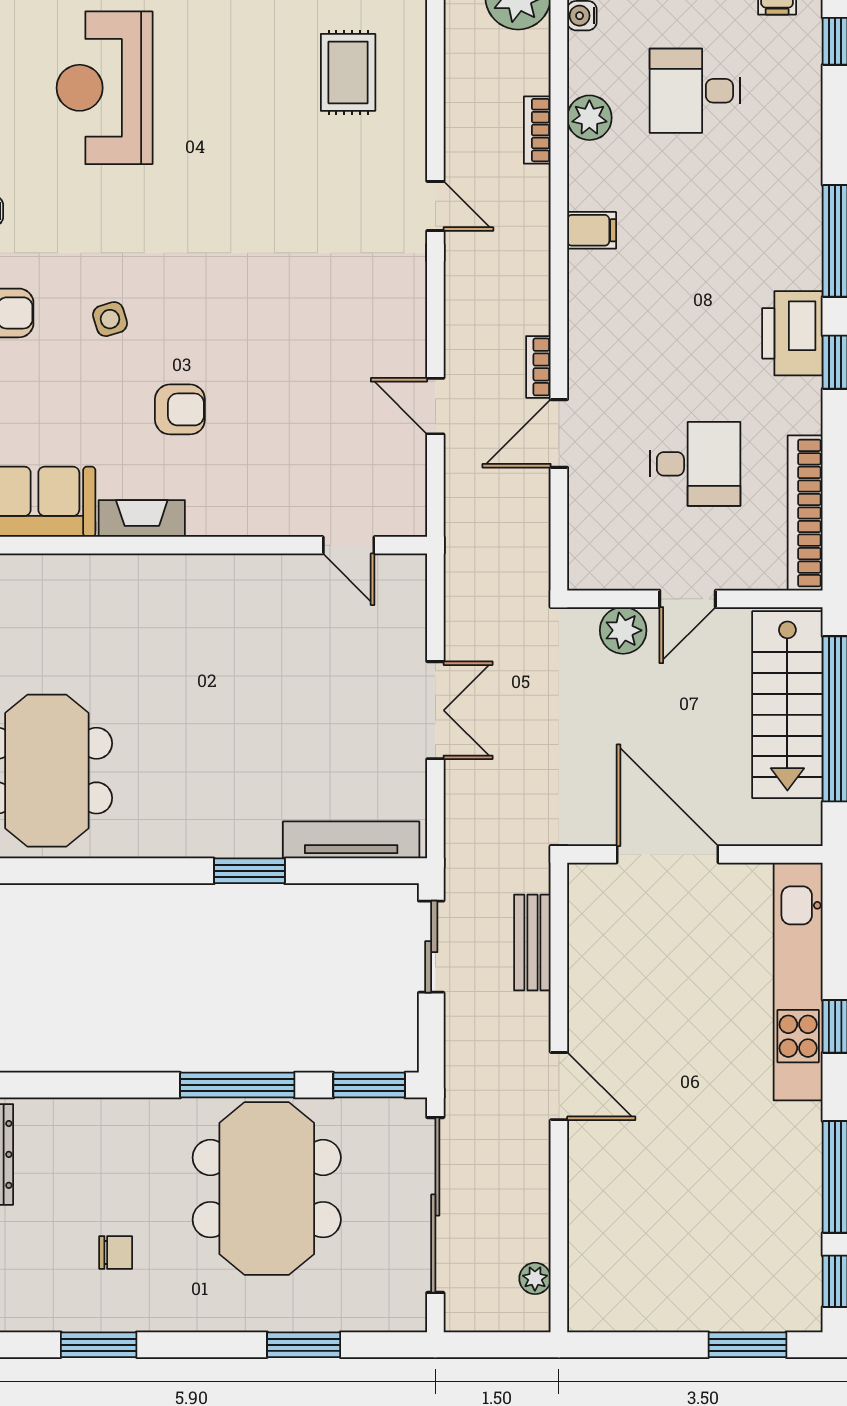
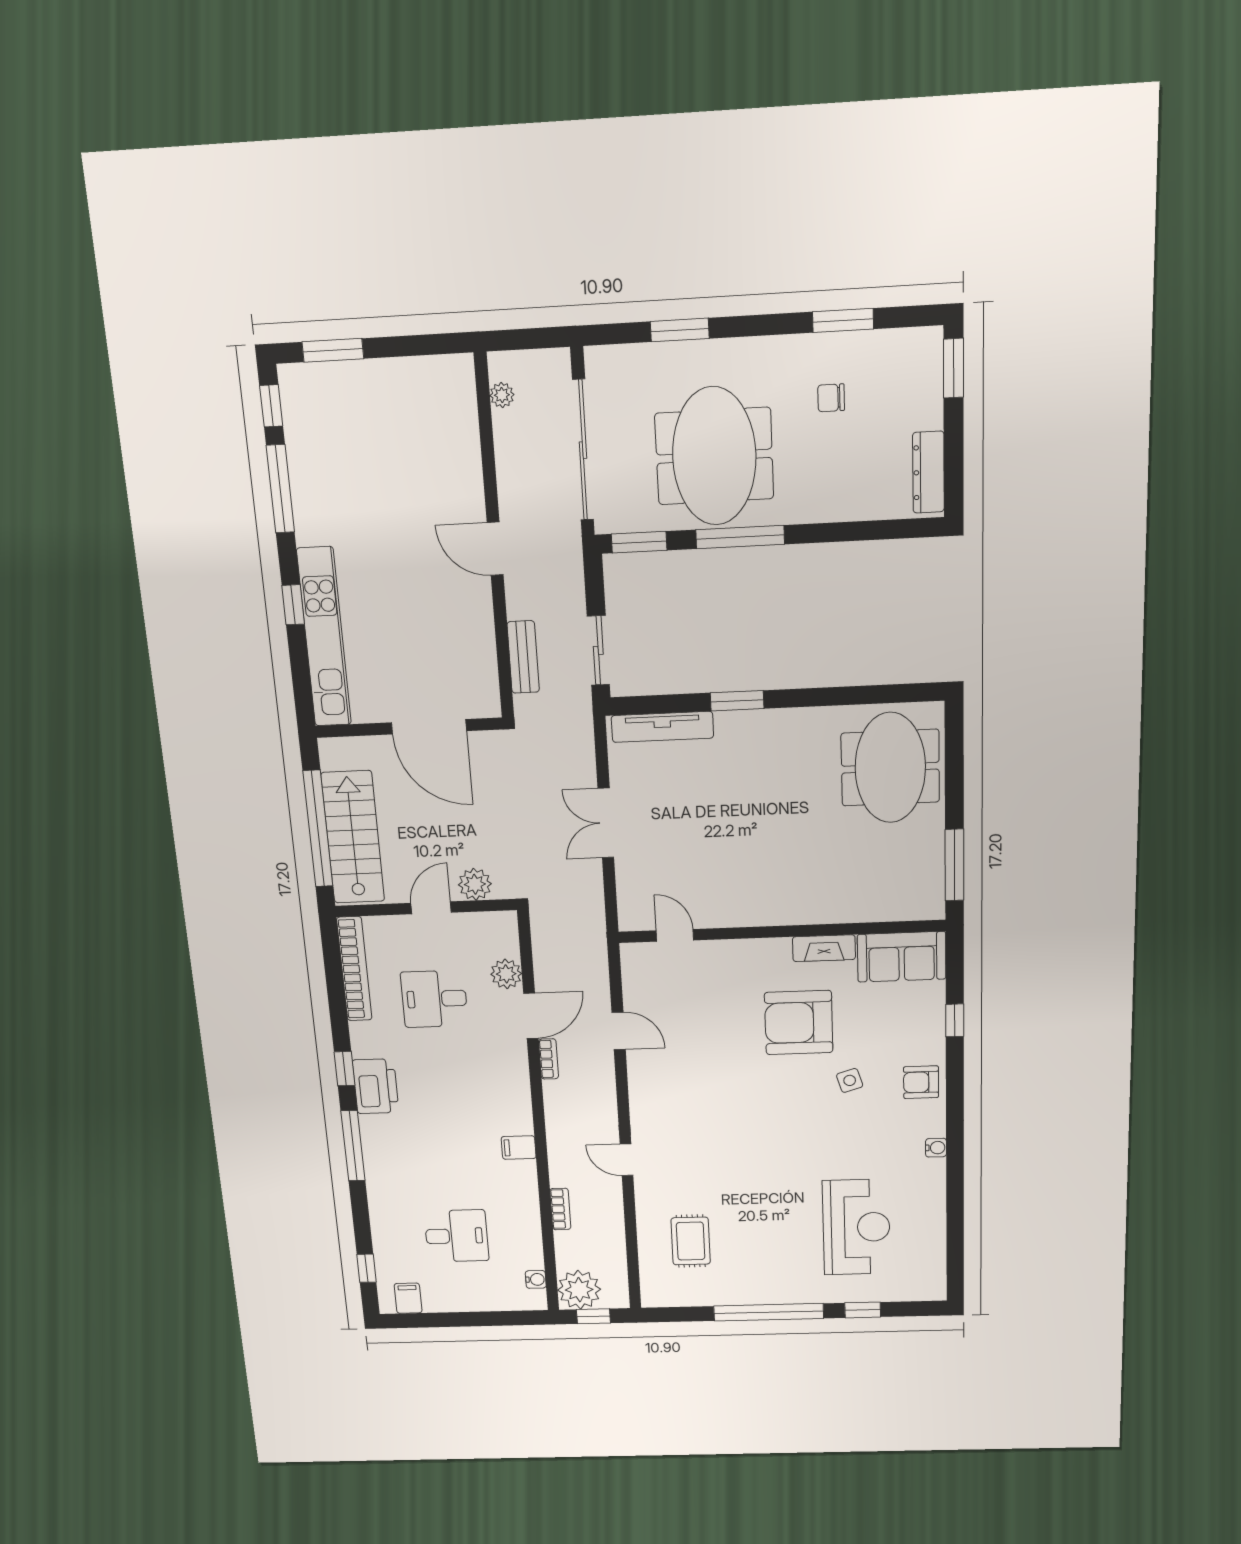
plant: (589, 118) -> (506, 974), moved
armchair: (180, 409) -> (799, 1023), width x1.88, depth x1.88

